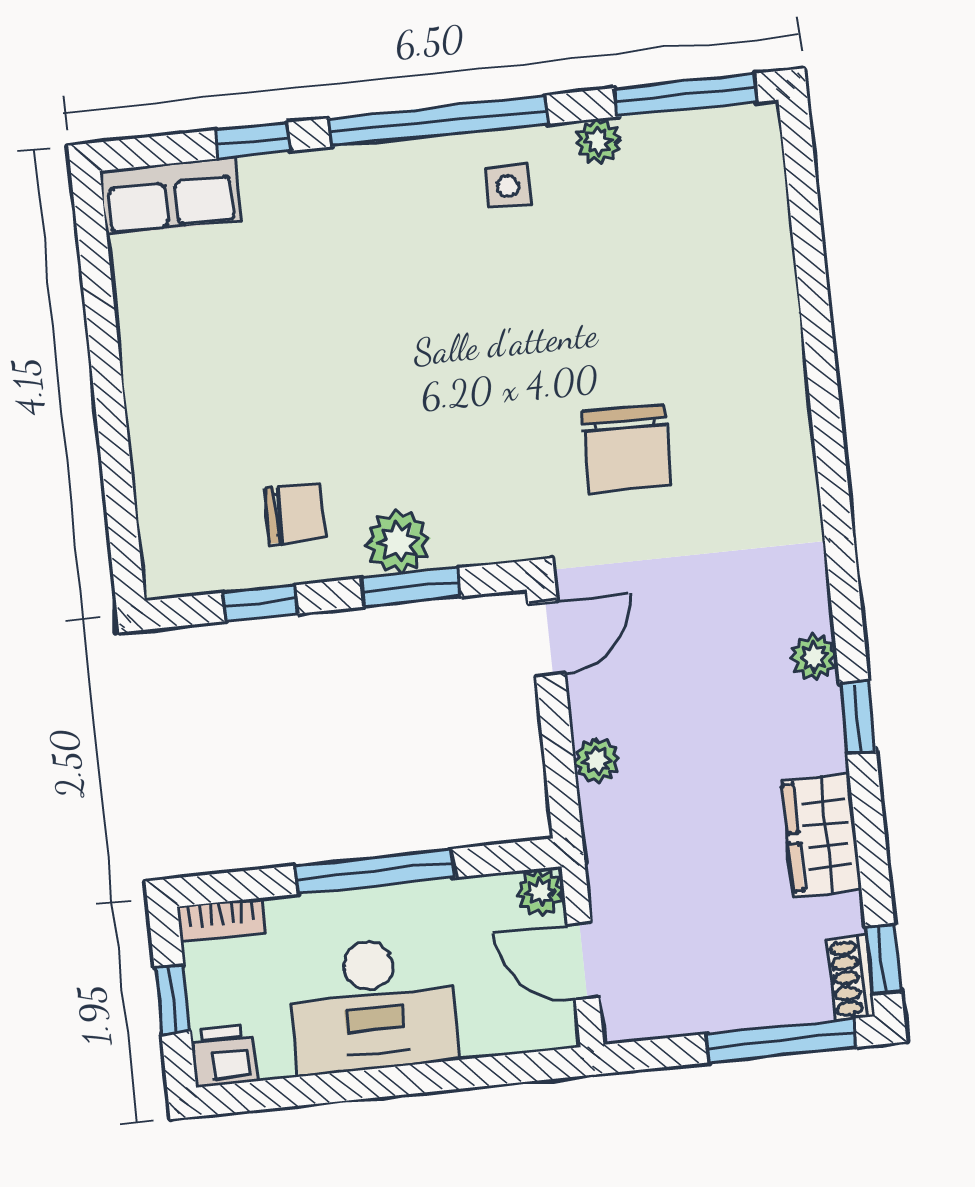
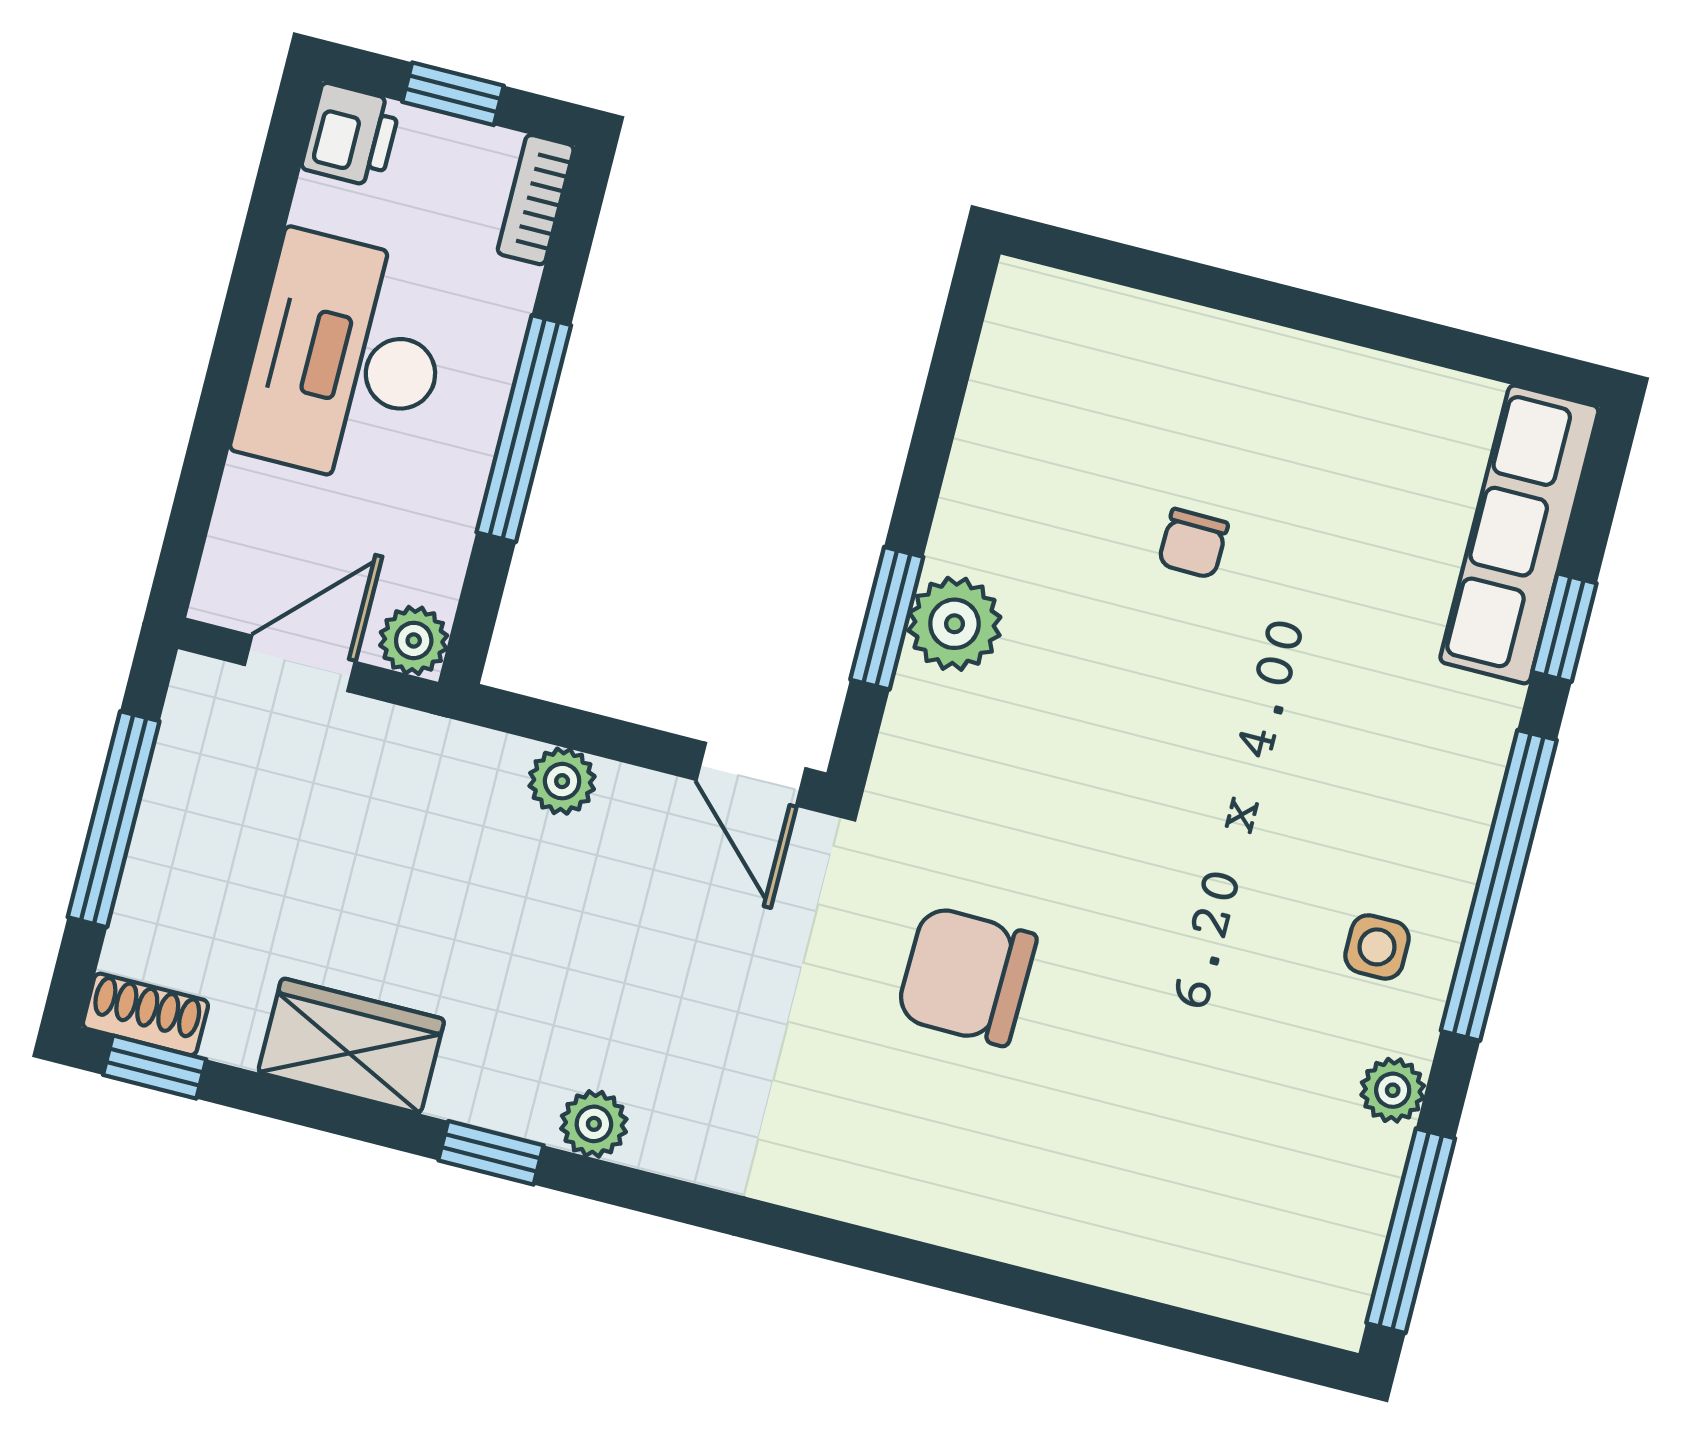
row of seats: (170, 196) -> (1519, 534), width x1.48
chair: (295, 514) -> (1193, 543), moved, width x0.73, depth x0.73
window: (260, 603) -> (940, 408), removed
window: (781, 1041) -> (114, 819), moved

